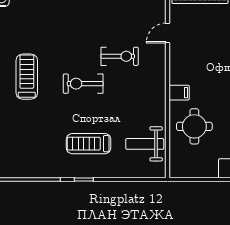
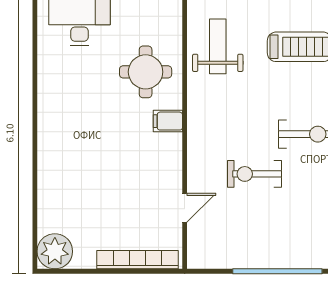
weight bench: (145, 144) -> (218, 46), turned -90

